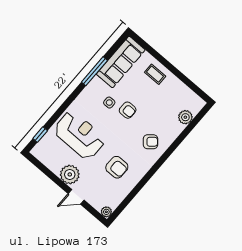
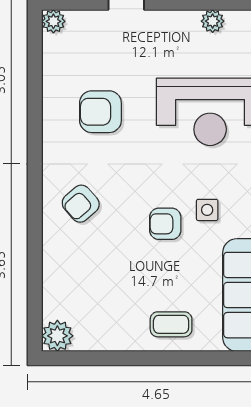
plant: (185, 117) -> (57, 336), moved
plant: (70, 174) -> (213, 21), moved, width x0.53, depth x0.53

